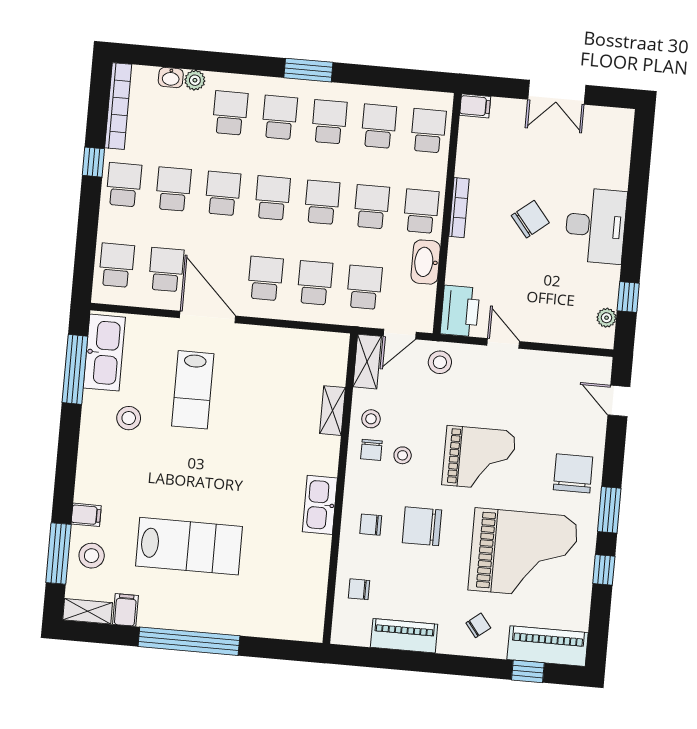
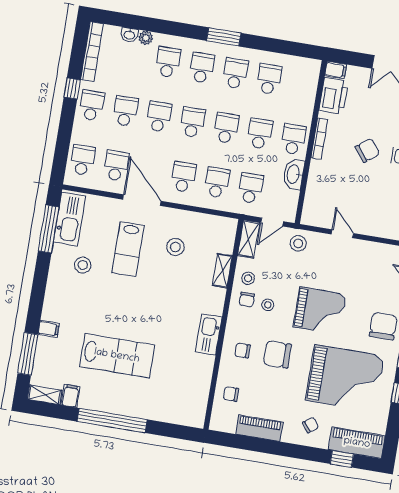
school desk: (428, 131) -> (302, 85), removed
printer: (460, 311) -> (334, 96), moved
stool: (92, 556) -> (175, 247), moved

